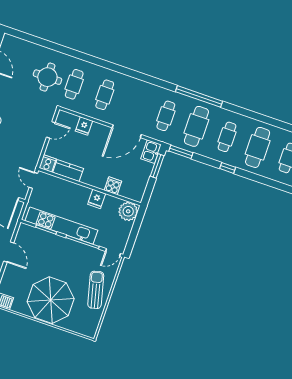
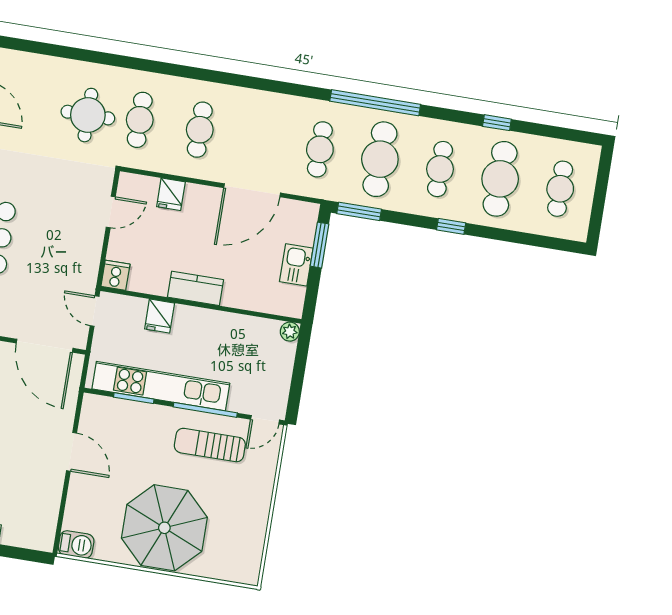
window: (261, 118) -> (497, 123), added
kitchen sink: (151, 152) -> (296, 265), moved
kitchen counter: (68, 171) -> (195, 288), moved
cooker: (113, 186) -> (244, 296), removed
fridge: (97, 199) -> (160, 316), moved
plant: (128, 211) -> (290, 332), width x0.53, depth x0.53
sun lounger: (96, 290) -> (210, 445), moved, turned -76

